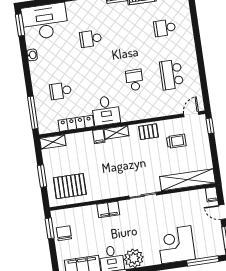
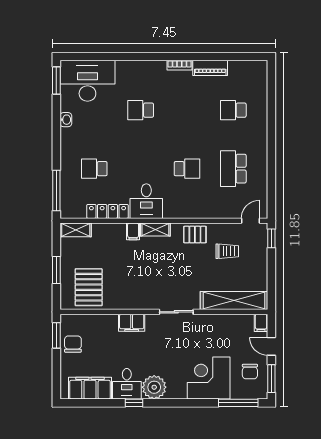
school desk: (135, 80) -> (187, 169), turned 90
pallet: (70, 186) -> (89, 287), turned 90
chair: (208, 235) -> (250, 372), added

